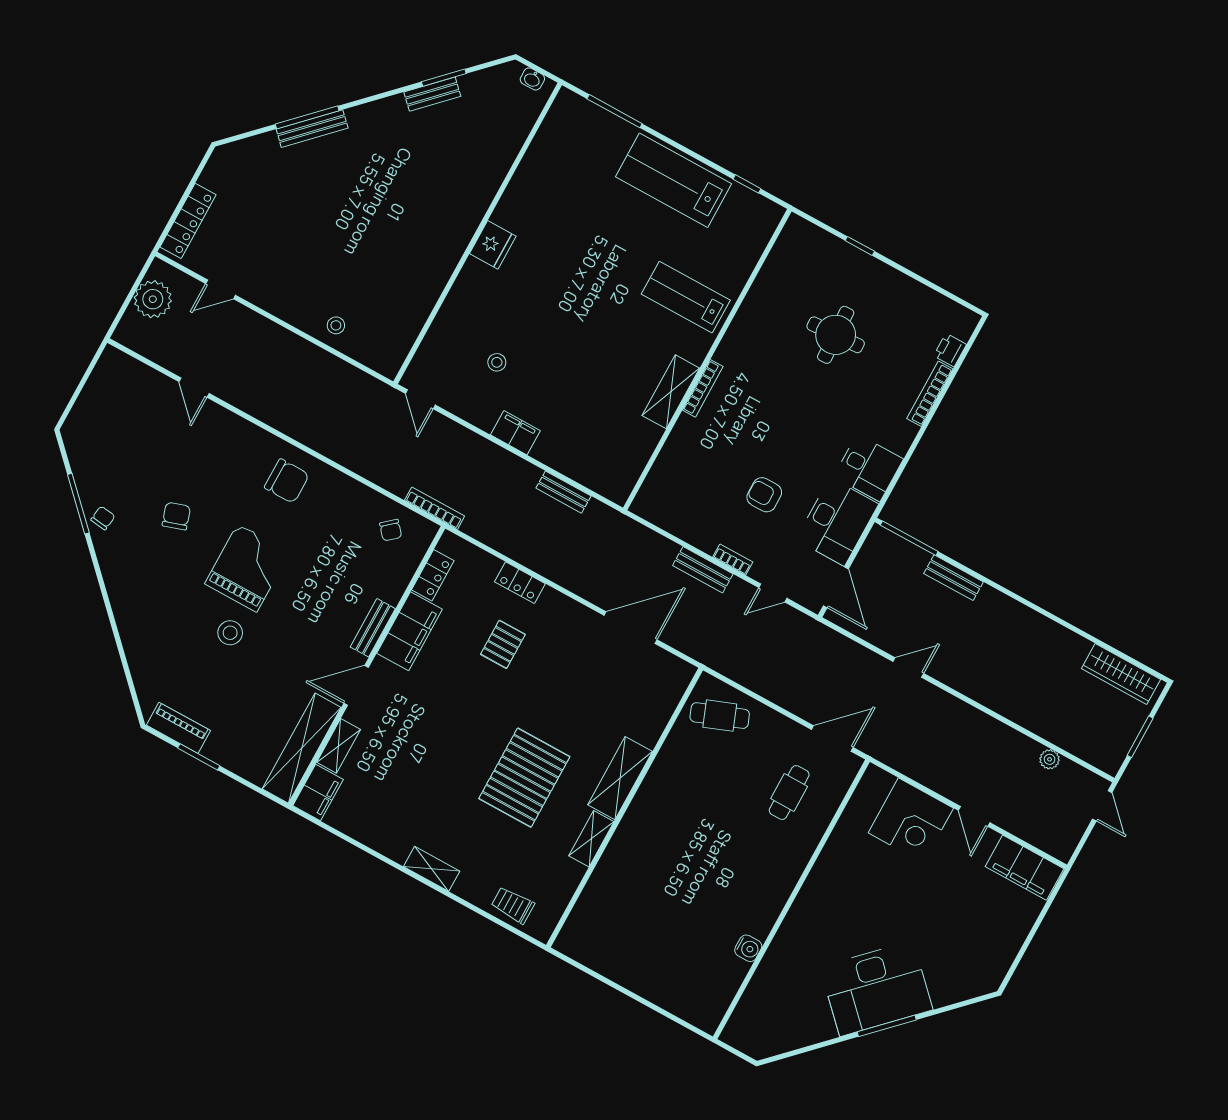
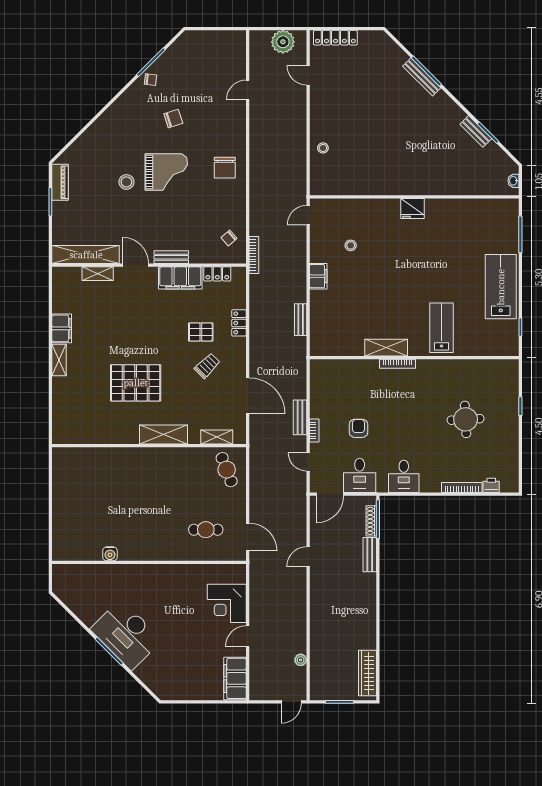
desk: (837, 522) -> (360, 475), width x0.73
shoe rack: (906, 549) -> (371, 521), added
door: (908, 667) -> (308, 557), swing flipped
filing cabinet: (318, 793) -> (62, 328), moved, turned -90
shelving: (591, 839) -> (217, 437), moved
trolley: (513, 905) -> (207, 366), moved, turned 45

